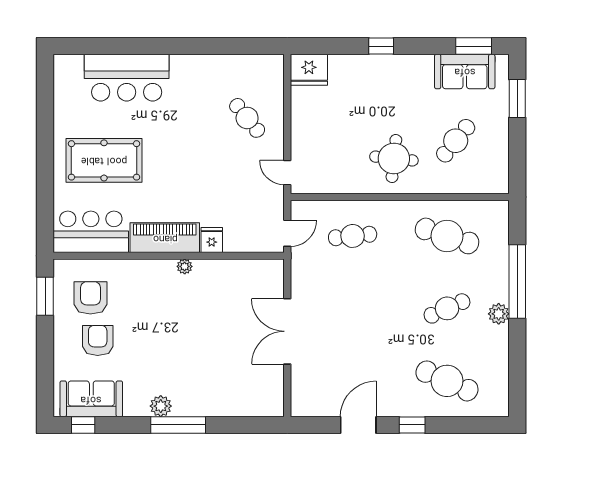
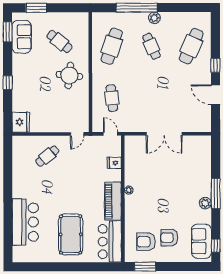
fridge: (212, 240) -> (114, 163), moved

